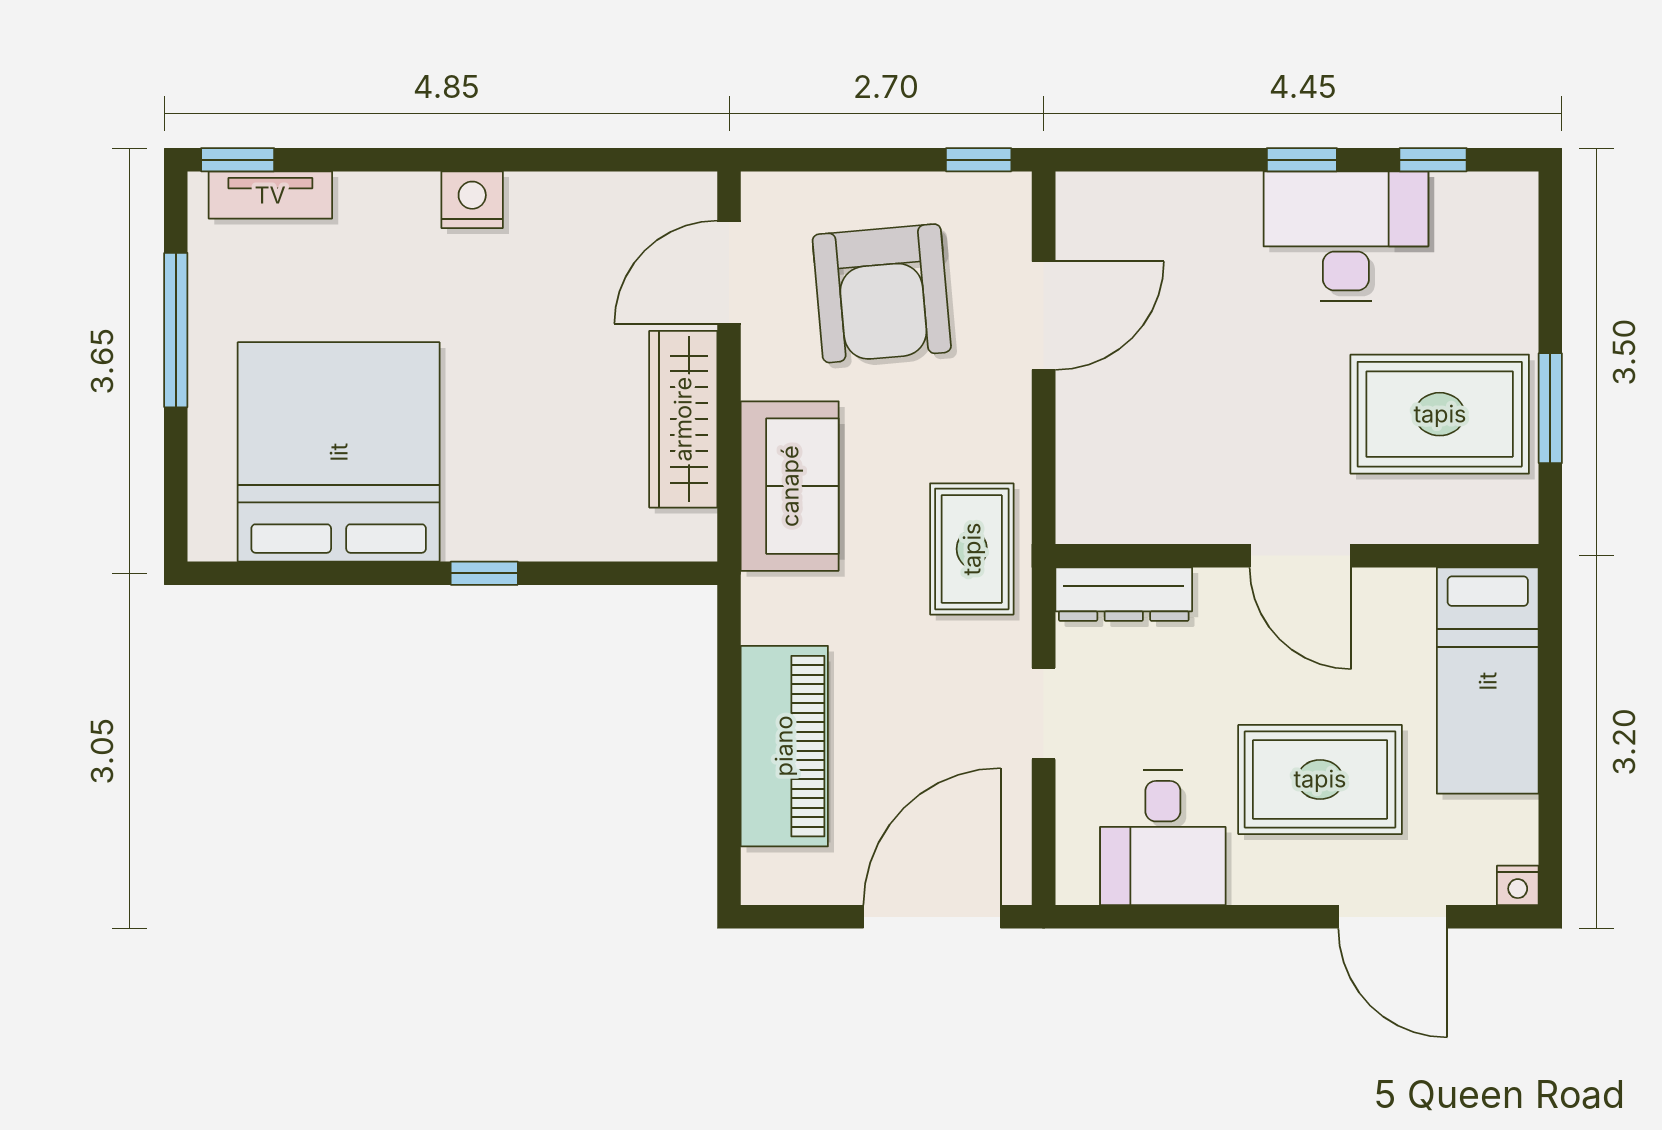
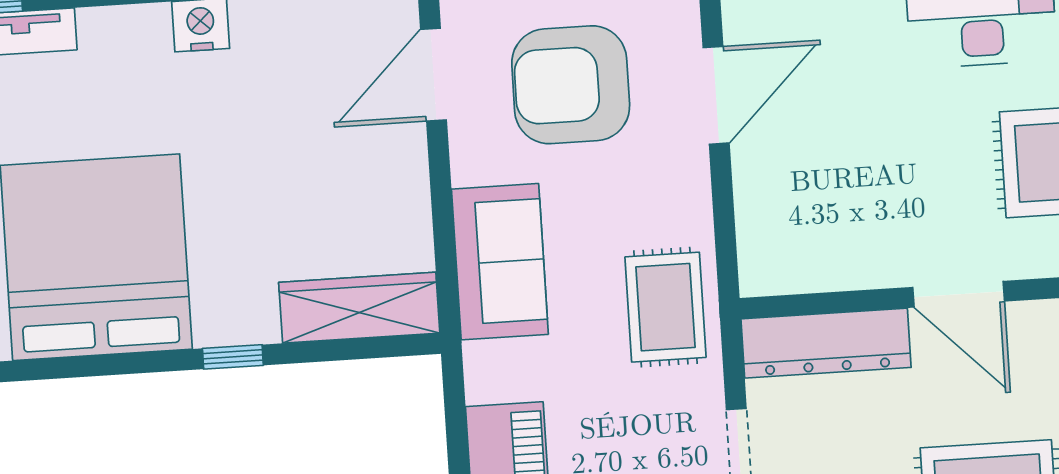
armchair: (882, 293) -> (571, 85), turned 95
wardrobe: (683, 419) -> (359, 308), moved, turned 90
dresser: (1124, 594) -> (826, 343), width x1.37, depth x1.24

